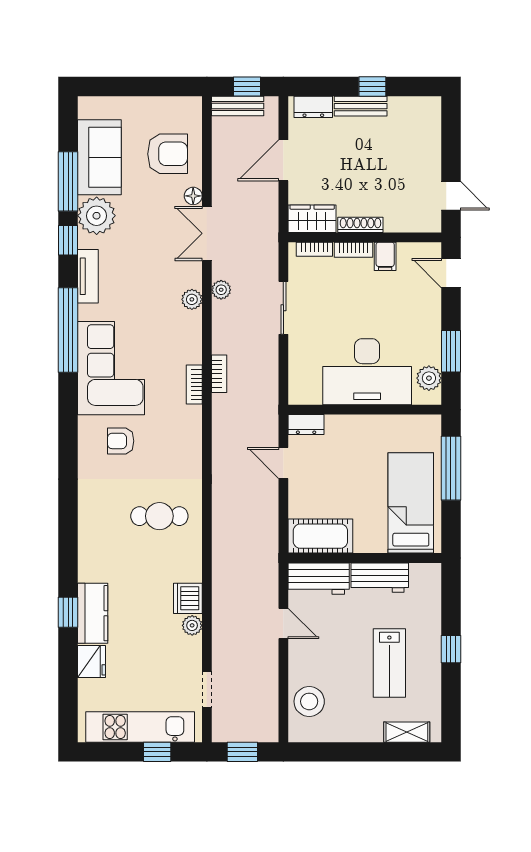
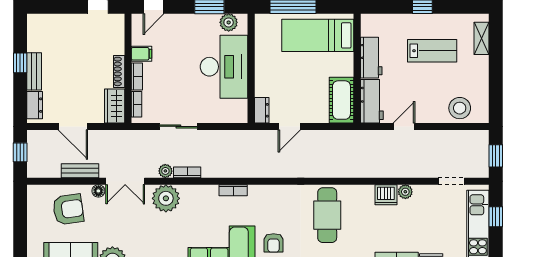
bench: (238, 106) -> (80, 171), moved, turned 90
armchair: (168, 154) -> (68, 209), turned 82
plant: (192, 299) -> (166, 198), width x1.87, depth x1.87
bookcase: (219, 374) -> (187, 172), moved
cafe table: (159, 516) -> (327, 215), width x1.37, depth x1.35

